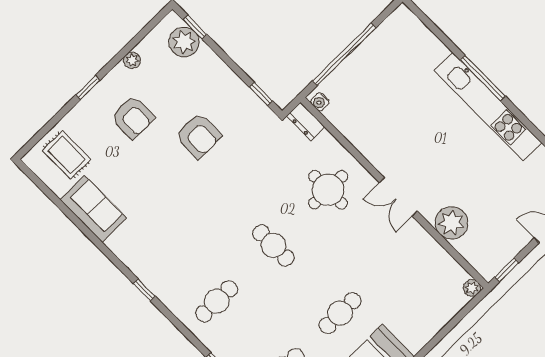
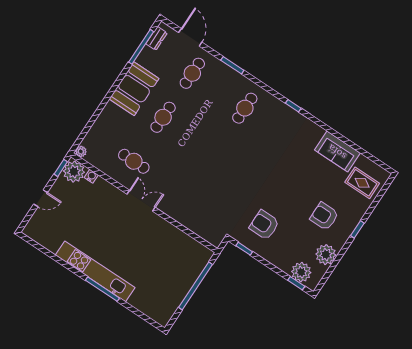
plant: (132, 60) -> (326, 255), width x1.88, depth x1.88
water cooler: (320, 102) -> (91, 176), moved
dresser: (306, 122) -> (211, 237), removed
armchair: (198, 136) -> (264, 225), moved
round table: (328, 190) -> (188, 196), removed
plant: (452, 223) -> (74, 172), moved
cafe table: (273, 245) -> (134, 161), moved

